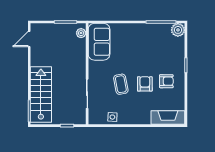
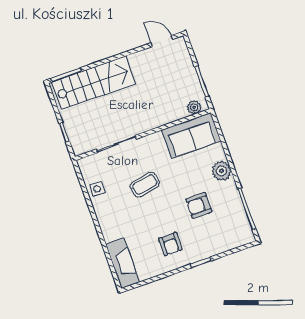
plant: (178, 30) -> (221, 171), moved
armchair: (145, 84) -> (199, 205), moved, turned 180

